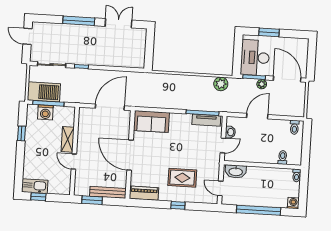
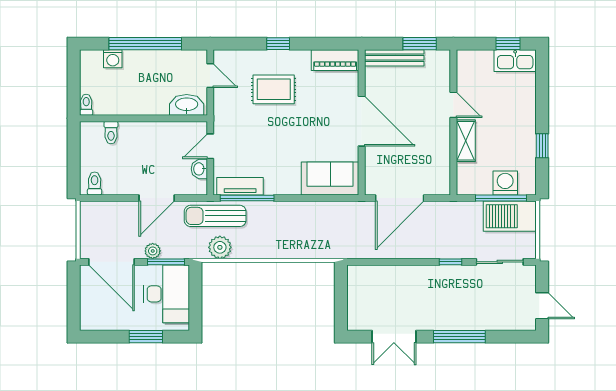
sun lounger: (222, 103) -> (215, 216), added
washing machine: (293, 203) -> (113, 59), moved

